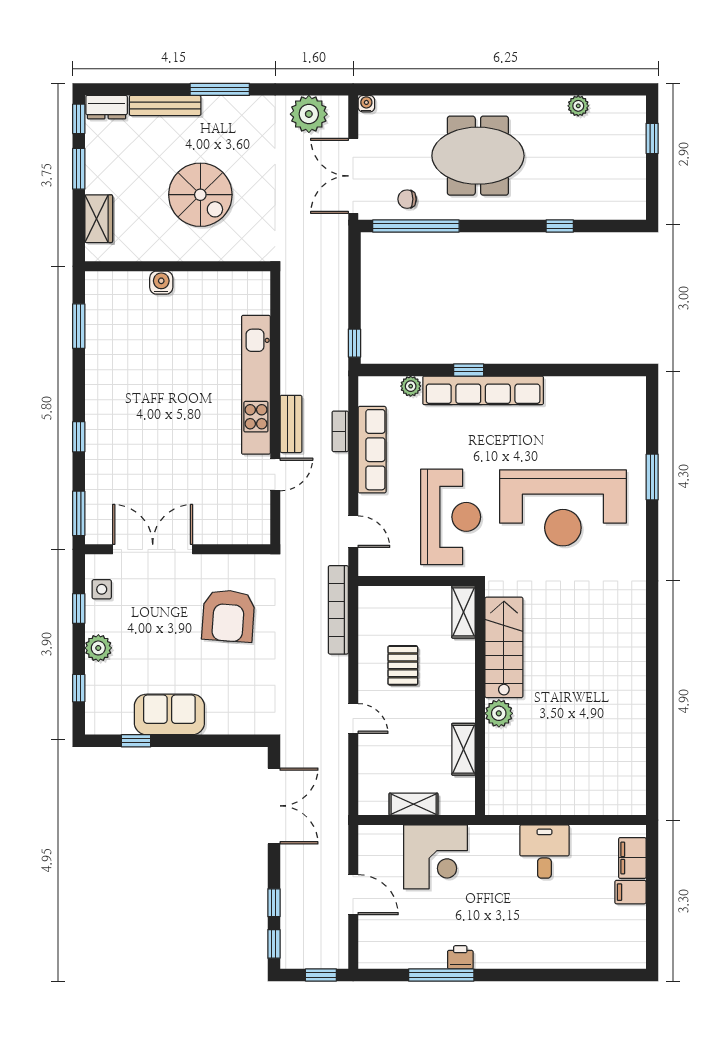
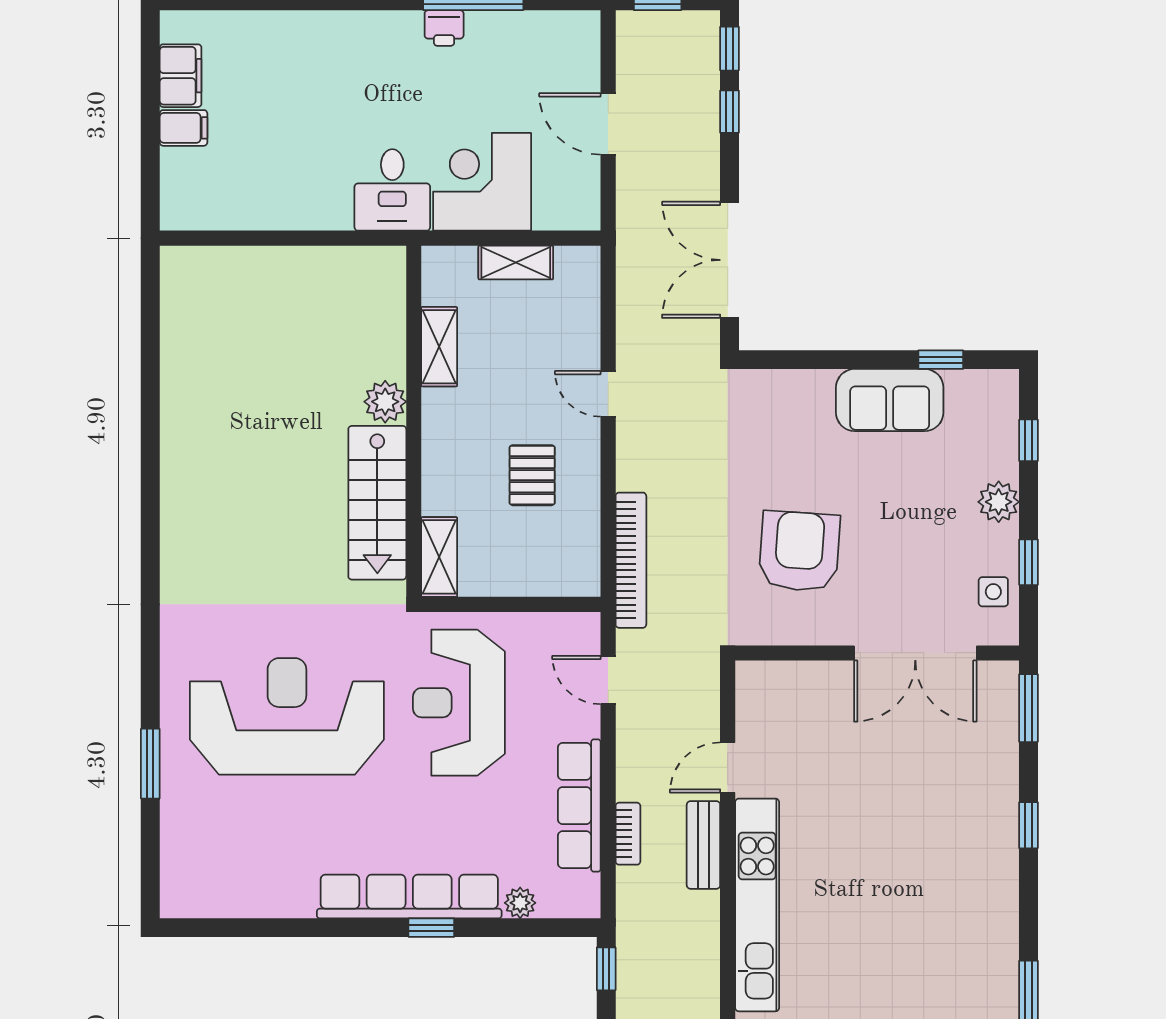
desk: (544, 852) -> (392, 190), moved
filing cabinet: (632, 858) -> (181, 76), moved

